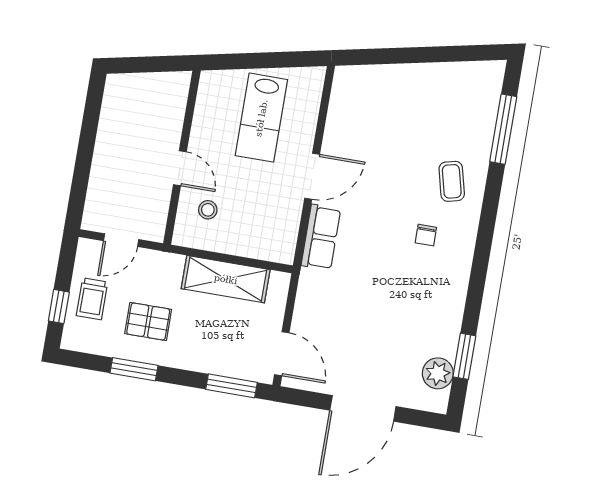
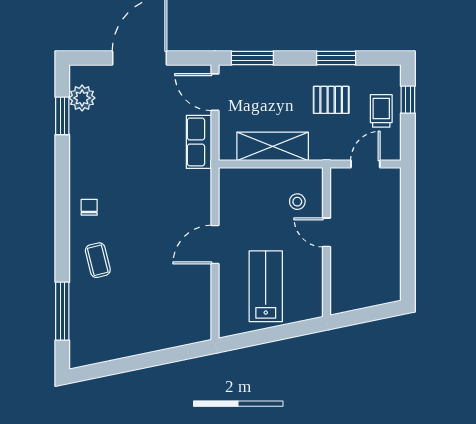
chair: (426, 235) -> (89, 207), moved
row of seats: (321, 237) -> (199, 142), moved

